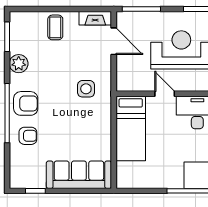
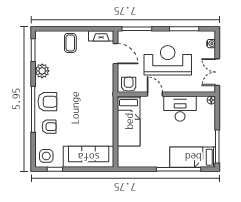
armchair: (131, 81) -> (129, 84), added
side table: (86, 89) -> (46, 156), moved

